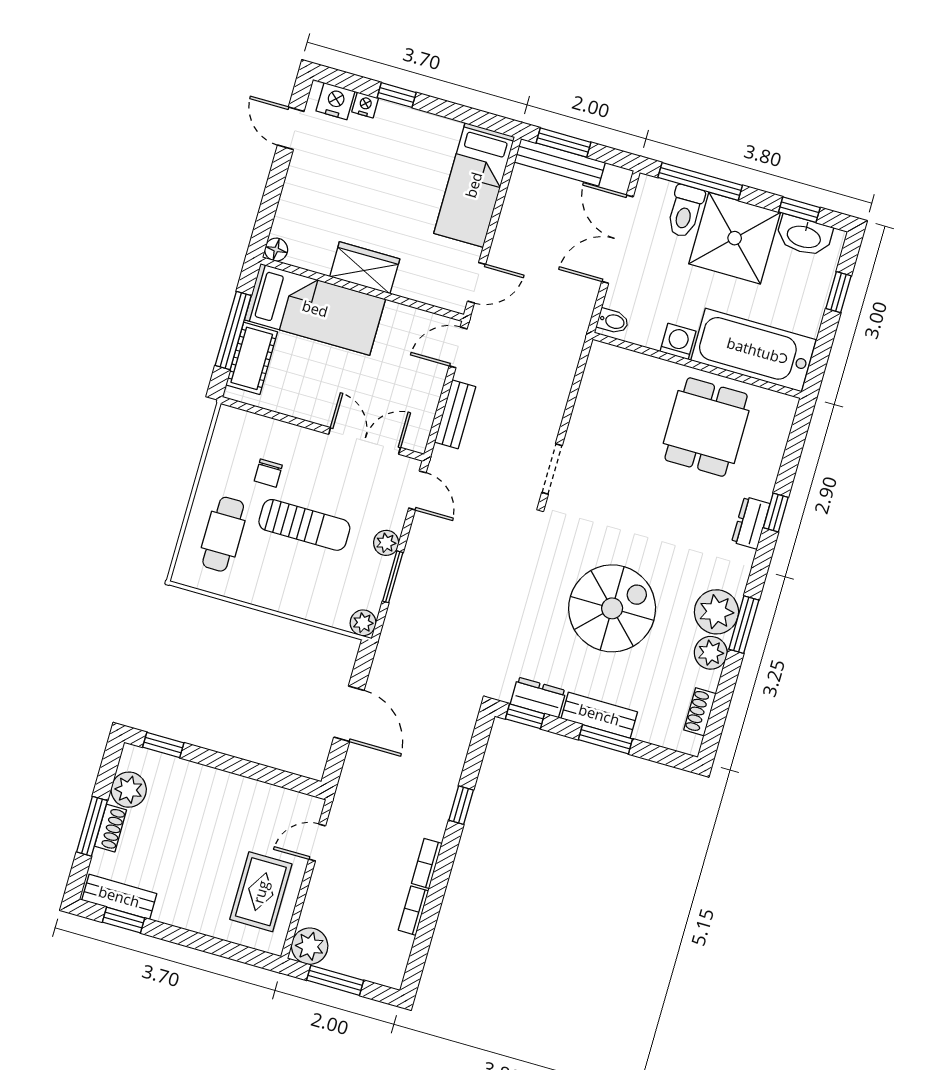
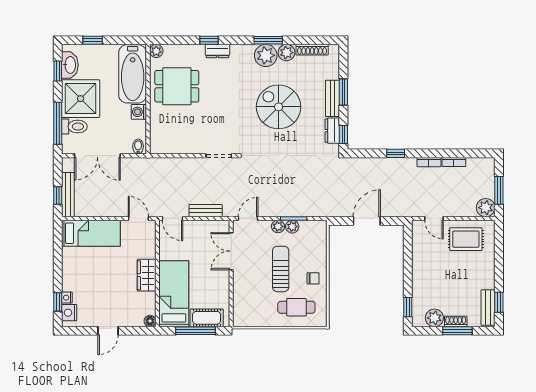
window: (397, 95) -> (58, 302), moved
door: (291, 128) -> (108, 331), moved
window: (563, 143) -> (58, 195), width x0.67
plant: (784, 407) -> (156, 51), added
chair: (268, 473) -> (313, 278), moved
plant: (363, 623) -> (292, 227), moved
shoe rack: (700, 712) -> (312, 50), width x1.43

